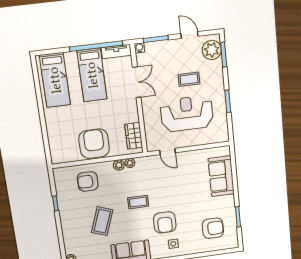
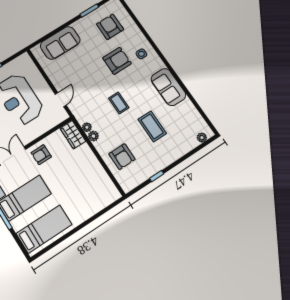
wardrobe: (134, 136) -> (73, 135), moved, turned 90
armchair: (94, 144) -> (41, 155), moved, width x0.53, depth x0.53
coffee table: (102, 221) -> (152, 126), turned 70
armchair: (165, 222) -> (117, 61), moved

